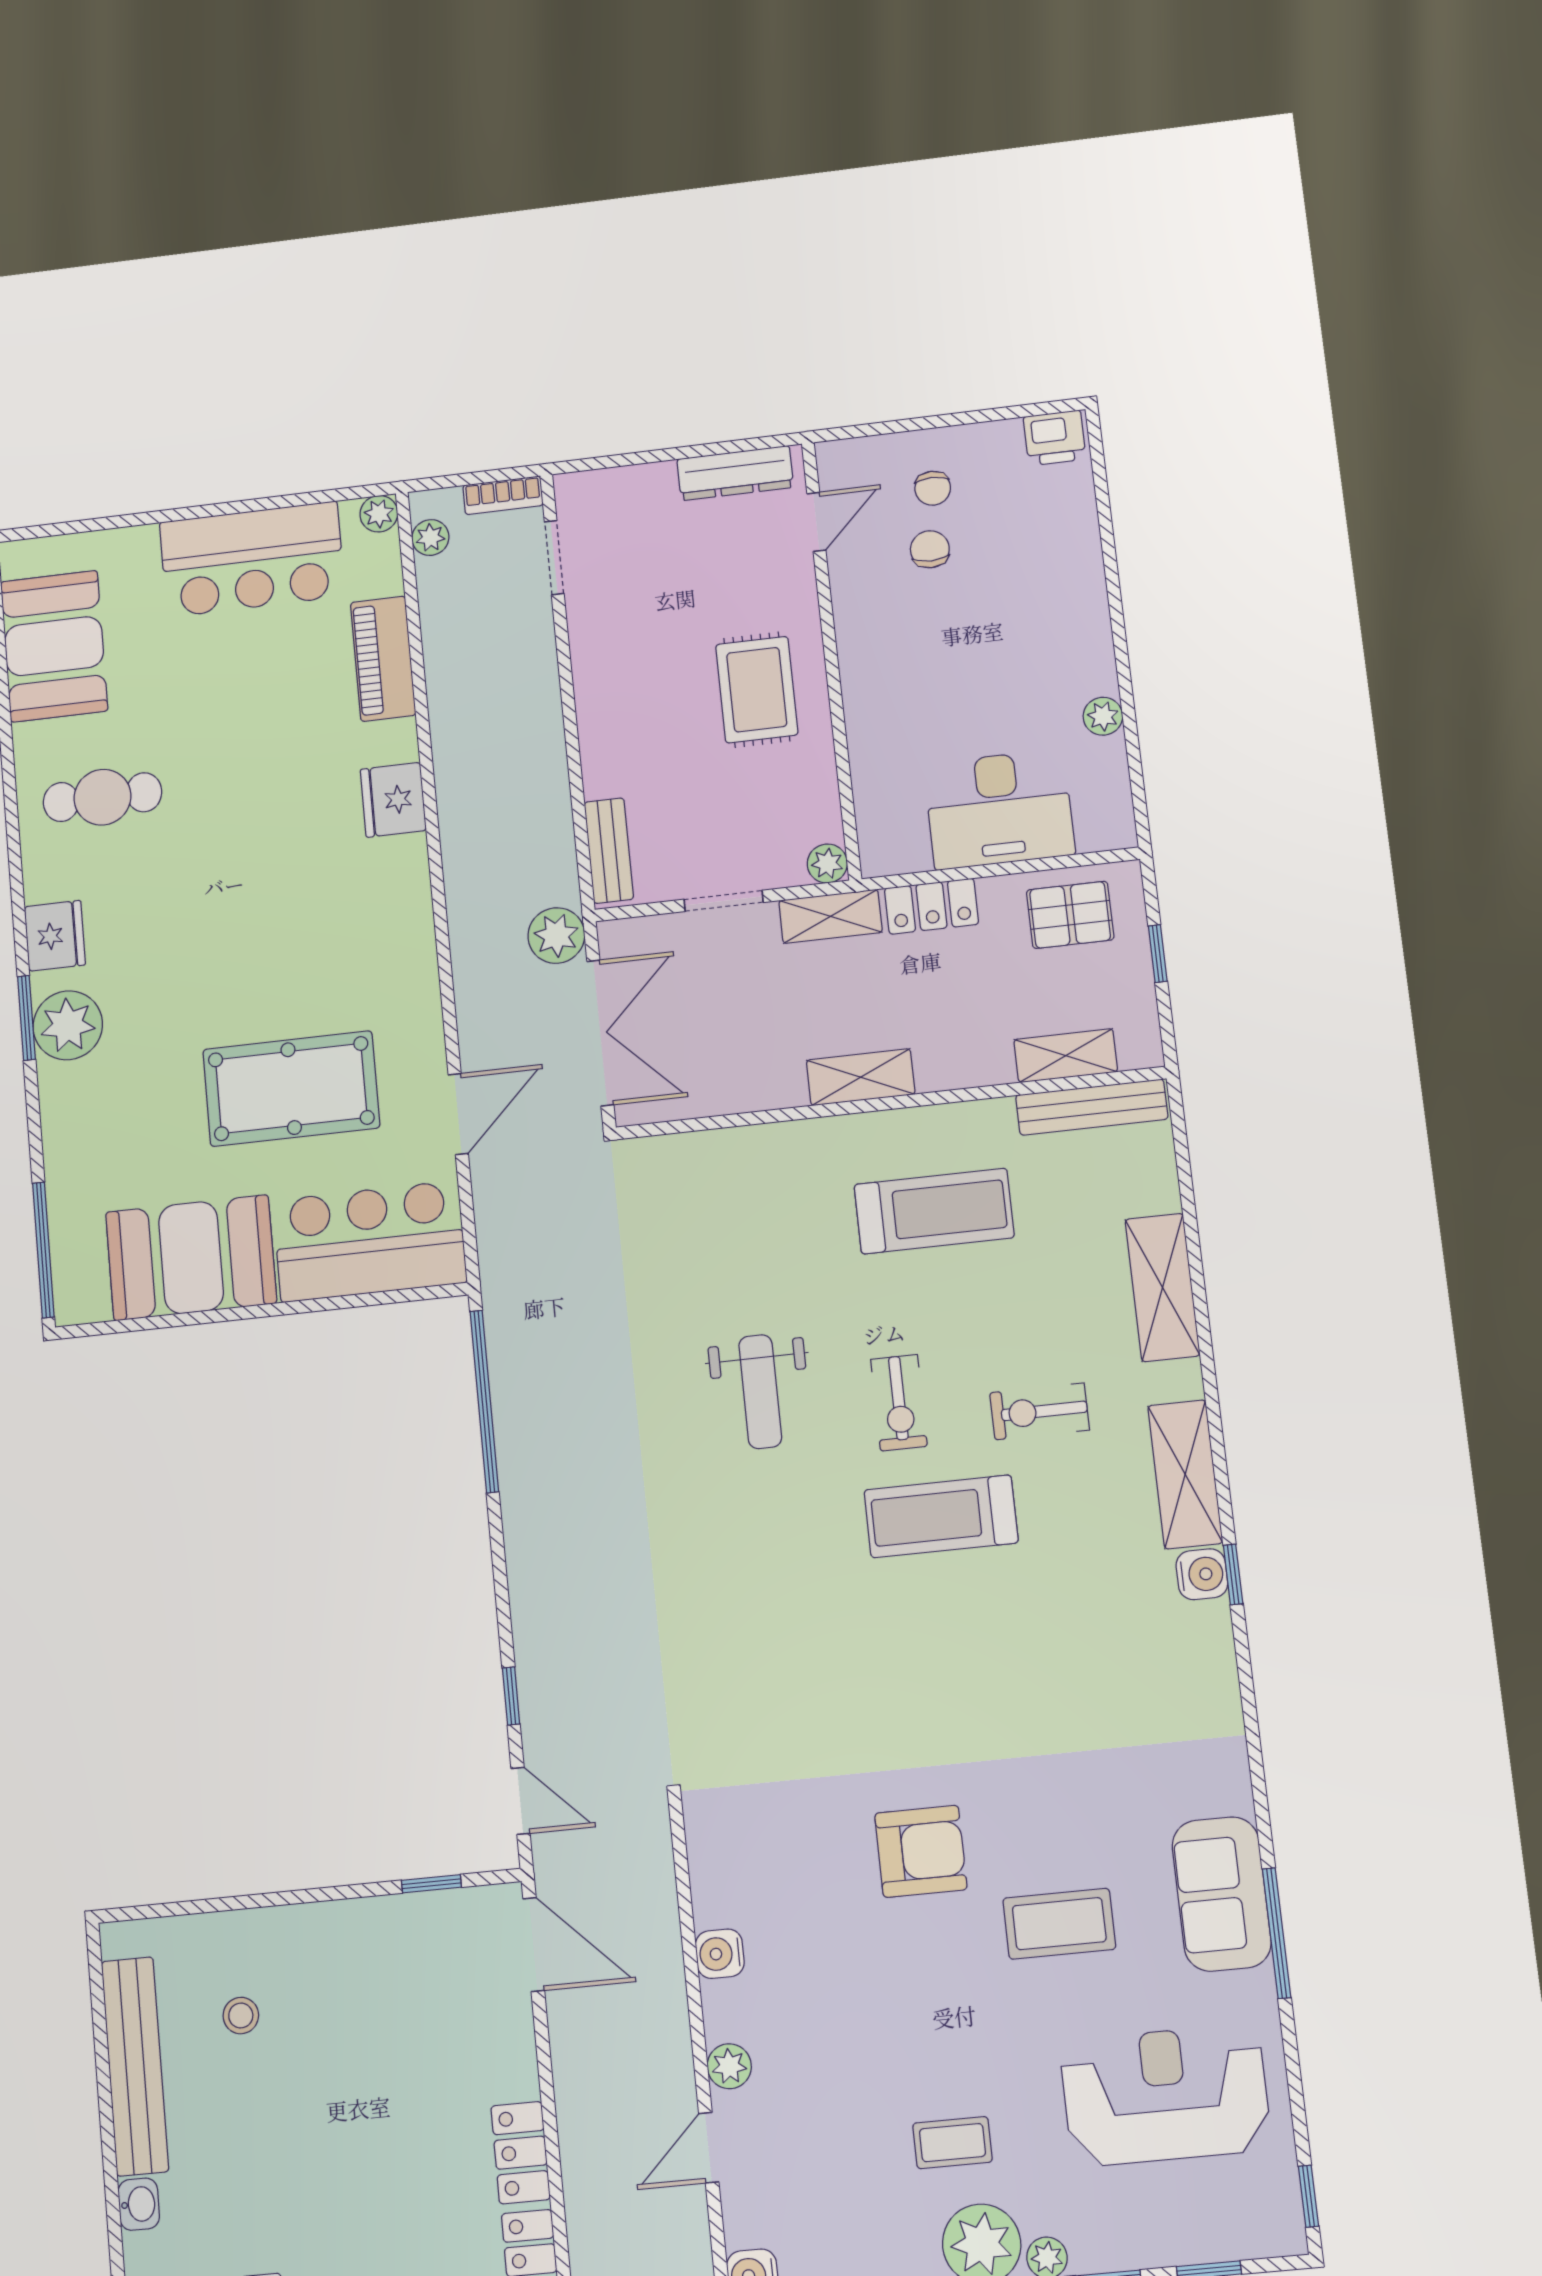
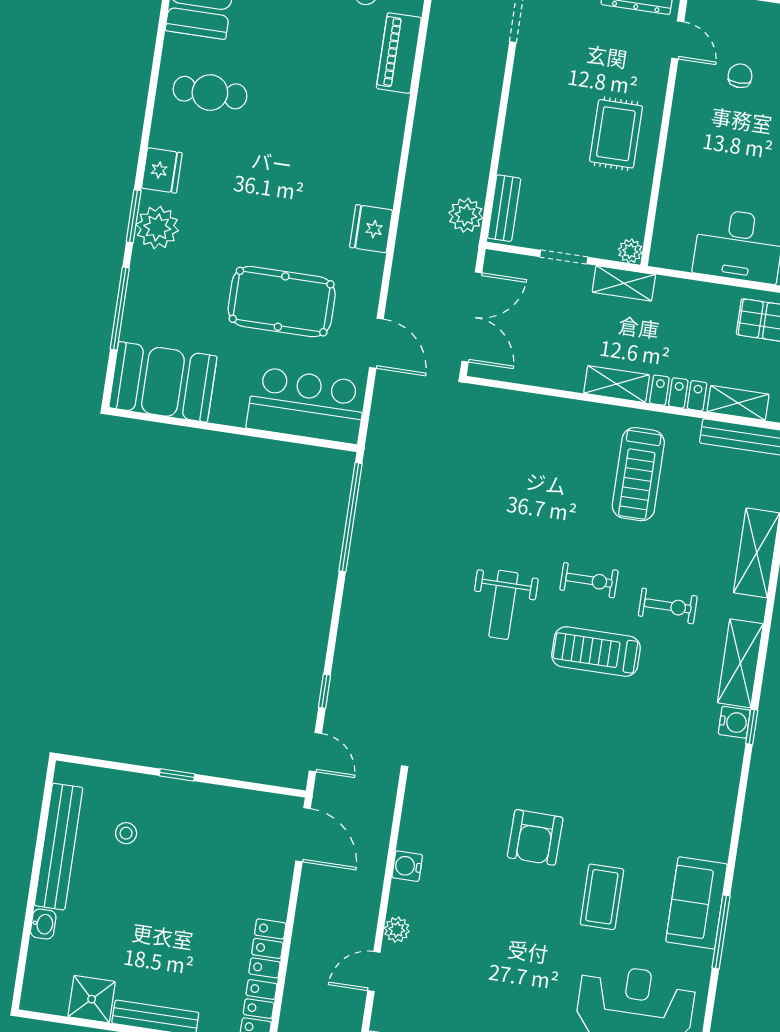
chair: (933, 488) -> (752, 38), removed
door: (816, 522) -> (678, 40), hinge flipped
fridge: (393, 800) -> (371, 229), moved
locker: (932, 906) -> (678, 393), moved, turned 180
plant: (556, 935) -> (466, 215), moved
door: (458, 1114) -> (376, 343), hinge flipped
treadmill: (934, 1211) -> (638, 474), turned 90
window: (43, 1250) -> (120, 308), moved
booth: (191, 1258) -> (163, 382), moved
weight bench: (760, 1392) -> (503, 605), moved
exercise bike: (899, 1403) -> (589, 580), turned -90
exercise bike: (1040, 1411) -> (668, 606), turned 180
armchair: (921, 1851) -> (535, 837), turned 91
window: (431, 1884) -> (177, 775), moved
coffee table: (1059, 1924) -> (602, 897), turned 90
coffee table: (953, 2143) -> (511, 1002), removed

